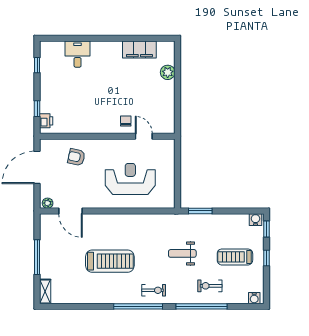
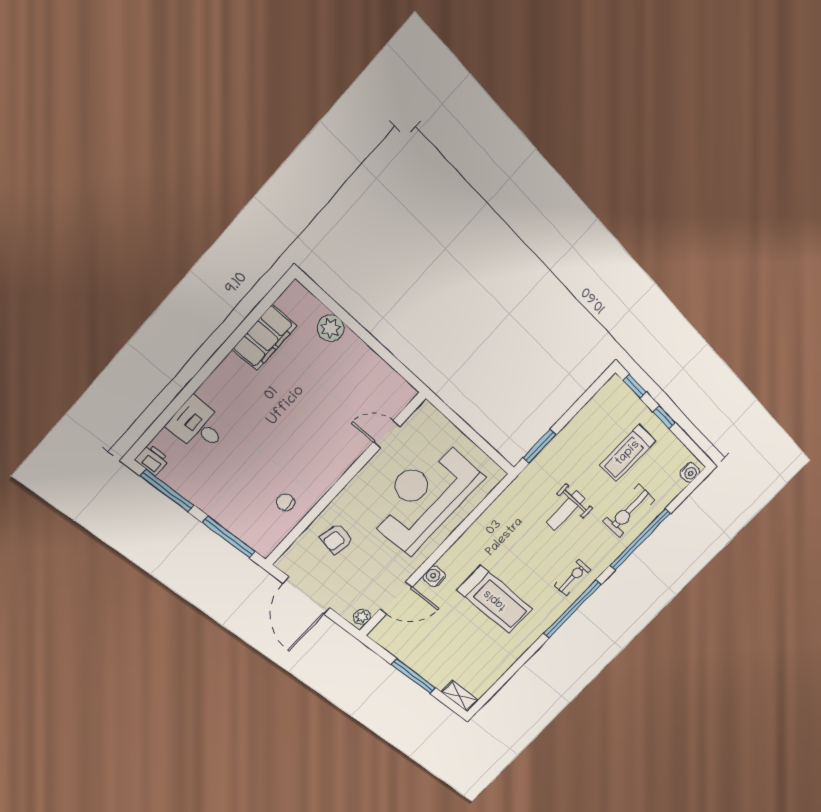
window: (37, 65) -> (167, 491), width x2.17
window: (37, 109) -> (229, 537), width x2.17
printer: (46, 121) -> (152, 460), moved
chair: (126, 121) -> (285, 502), moved
reception desk: (130, 179) -> (424, 497), width x1.36, depth x1.30
water cooler: (256, 220) -> (434, 576), moved
treadmill: (110, 261) -> (495, 600), turned 90
exercise bike: (210, 286) -> (629, 511), width x1.38, depth x1.39

